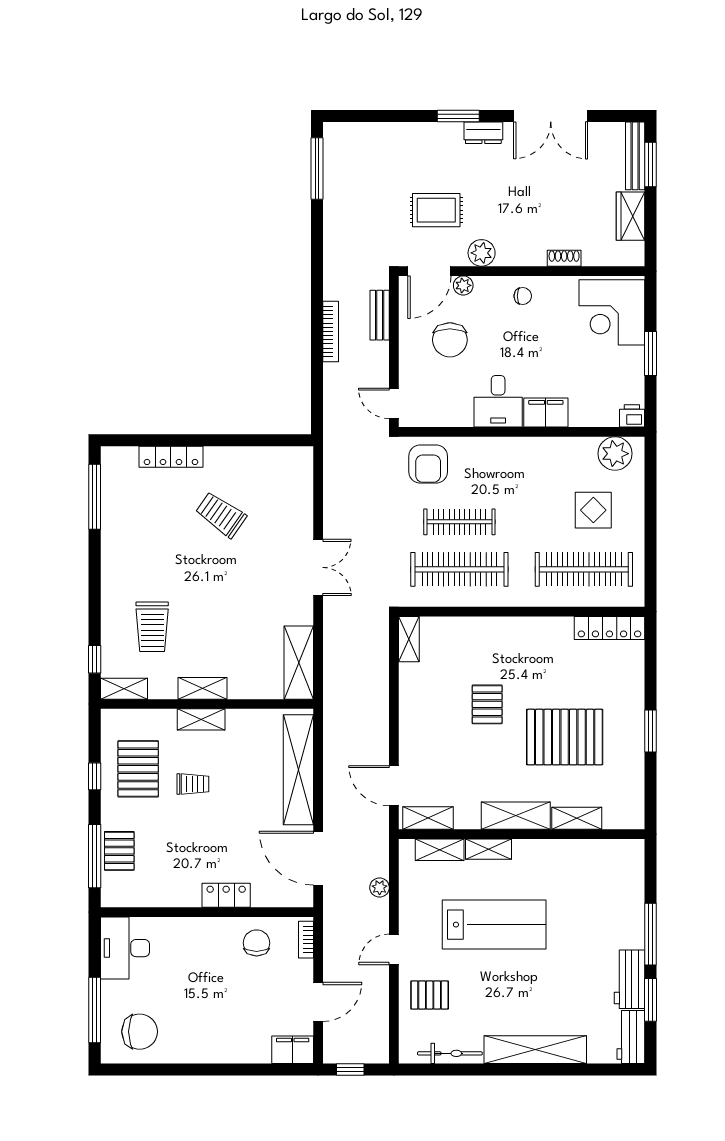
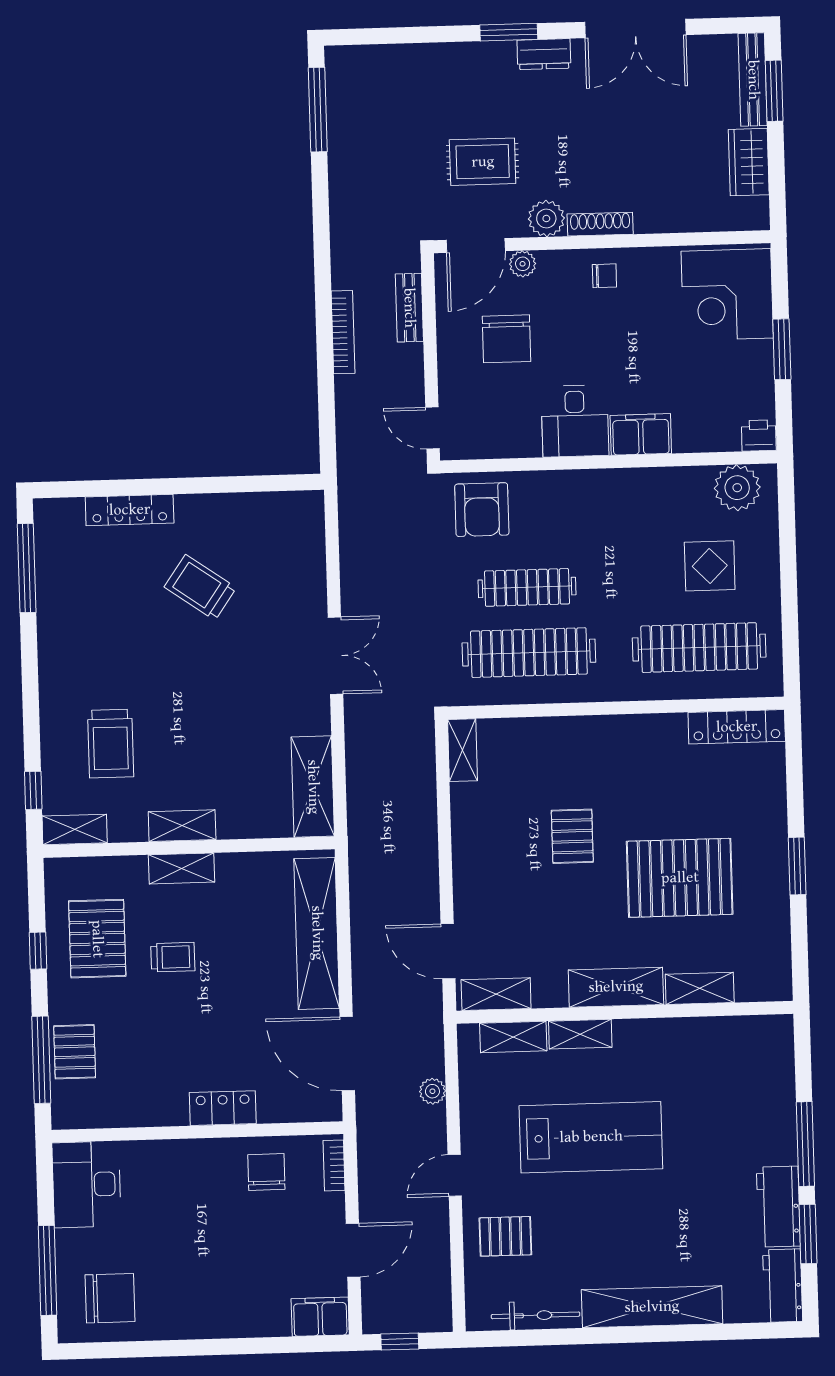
shoe rack: (564, 258) -> (600, 224), moved, width x1.43

